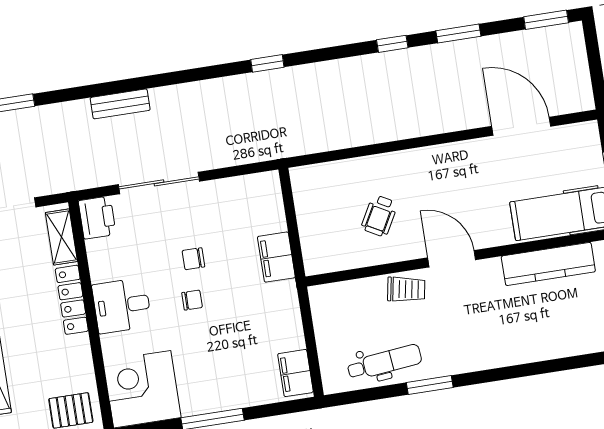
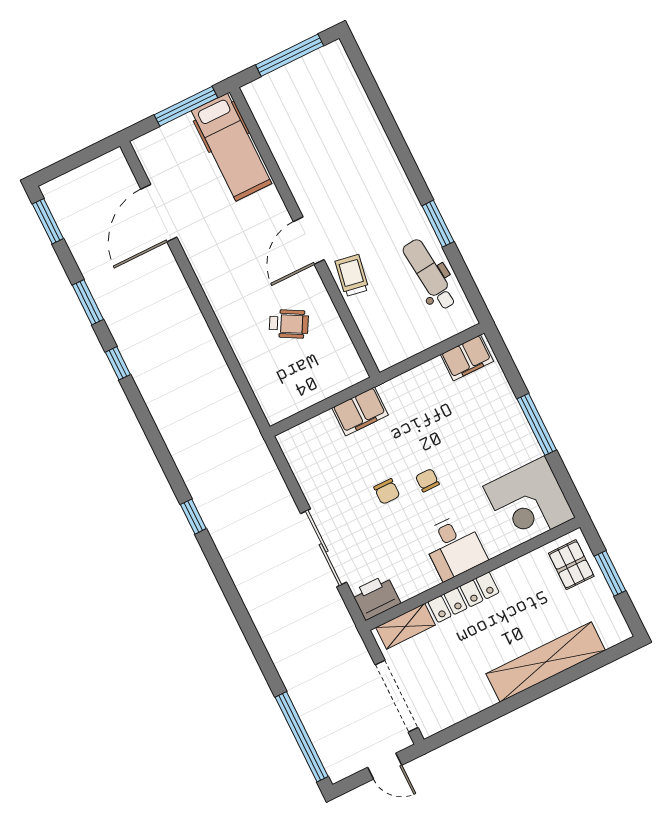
window: (267, 63) -> (193, 517), moved
bench: (120, 104) -> (259, 609), removed
kitchen counter: (548, 264) -> (284, 145), removed

